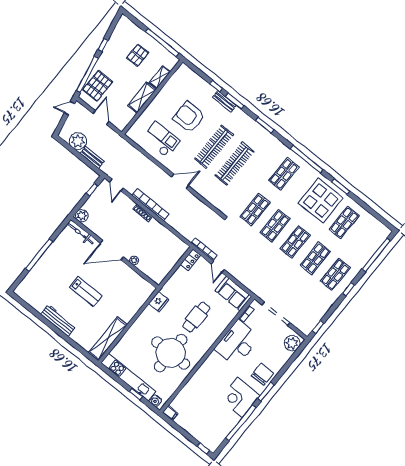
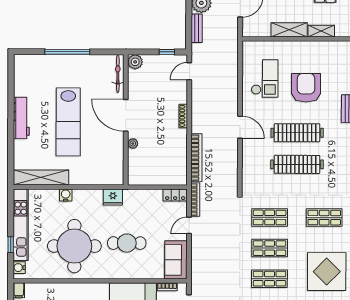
bookcase: (151, 205) -> (196, 158), moved
lab bench: (86, 291) -> (68, 122), width x1.86, depth x1.39
water cooler: (133, 332) -> (66, 195), added

